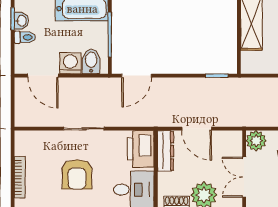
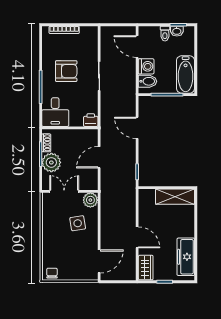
door: (43, 76) -> (137, 47), hinge flipped
door: (136, 76) -> (137, 128), moved
printer: (141, 149) -> (91, 120), width x0.53, depth x0.68
dresser: (166, 151) -> (83, 135), removed
armchair: (77, 174) -> (66, 71), turned 180

